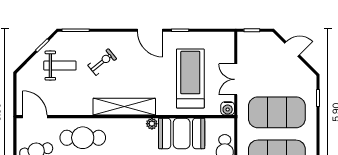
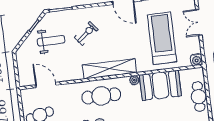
double door: (236, 79) -> (199, 22), moved
door: (35, 117) -> (46, 85), moved
cafe table: (83, 138) -> (101, 96), moved

